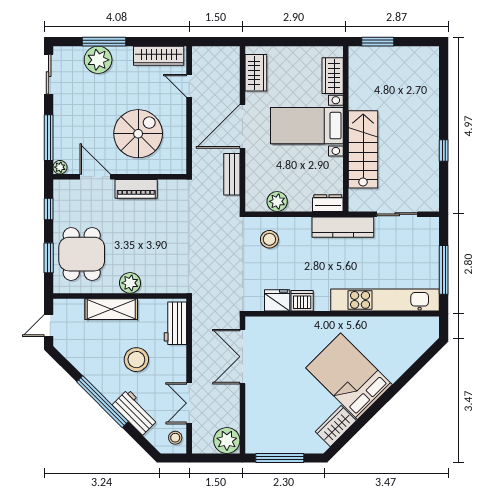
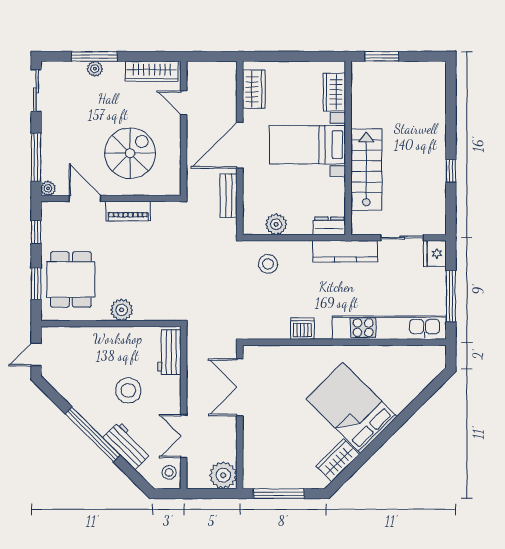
plant: (98, 60) -> (95, 69), width x0.53, depth x0.53
fridge: (277, 300) -> (435, 254), moved, turned -90
shelving: (111, 309) -> (102, 337), removed

